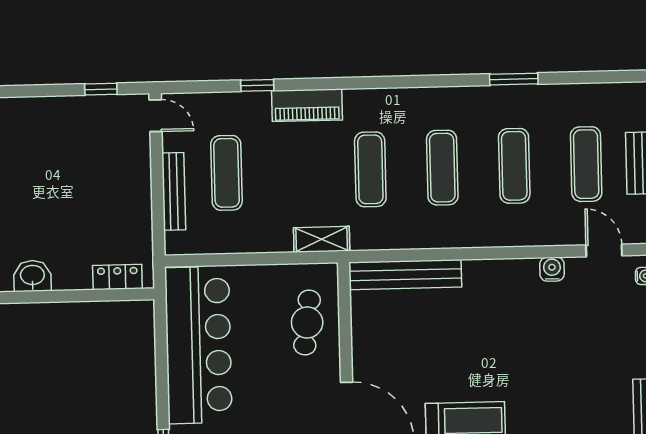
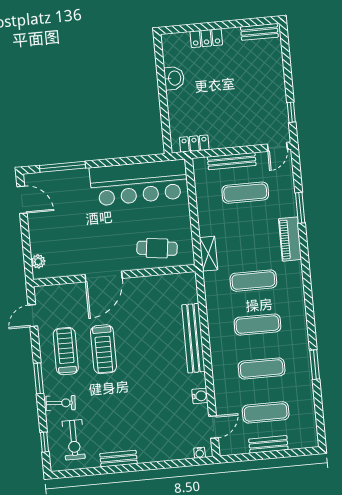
window: (257, 85) -> (300, 208), width x1.50
bench: (405, 275) -> (193, 338), moved
locker: (117, 277) -> (194, 144), moved, turned -90

